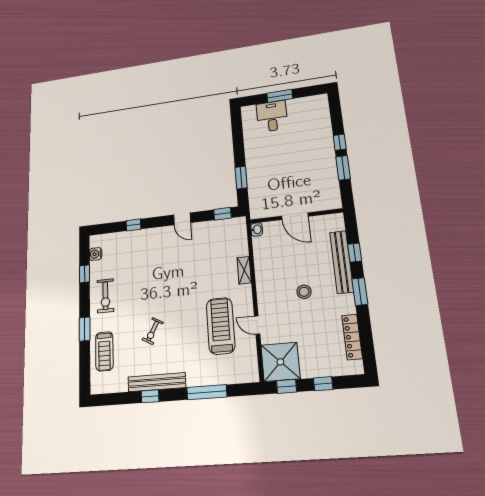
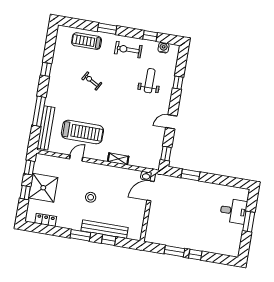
door: (295, 216) -> (150, 191), moved
weight bench: (138, 259) -> (150, 81), added
locker: (352, 337) -> (46, 220), width x0.66
shower: (280, 362) -> (43, 188), moved
bench: (157, 382) -> (46, 128), moved

